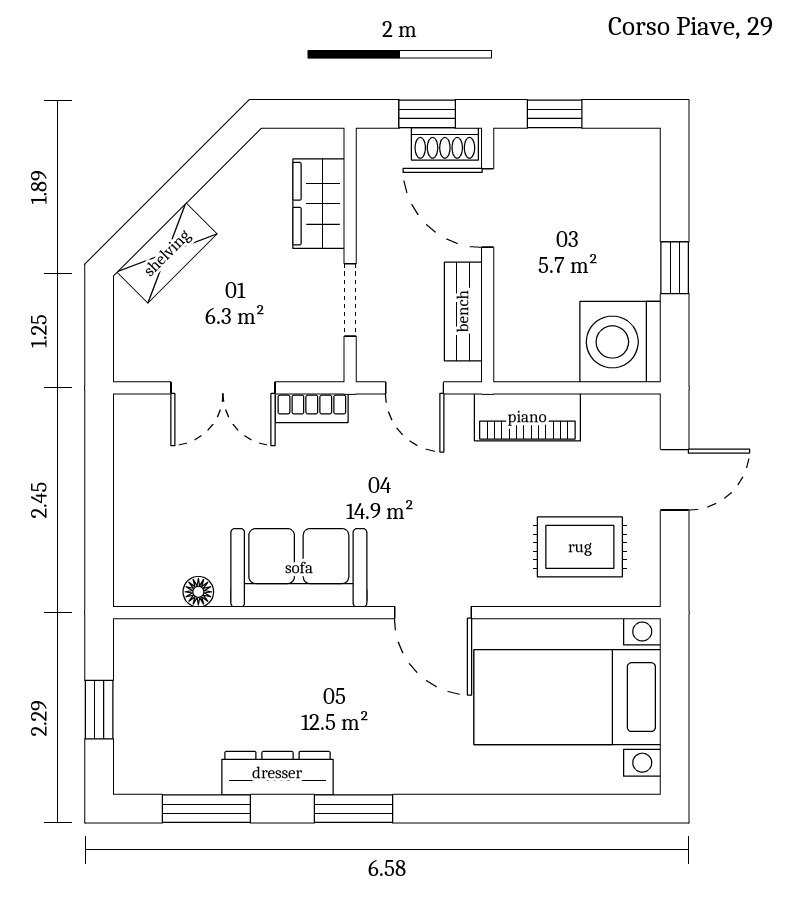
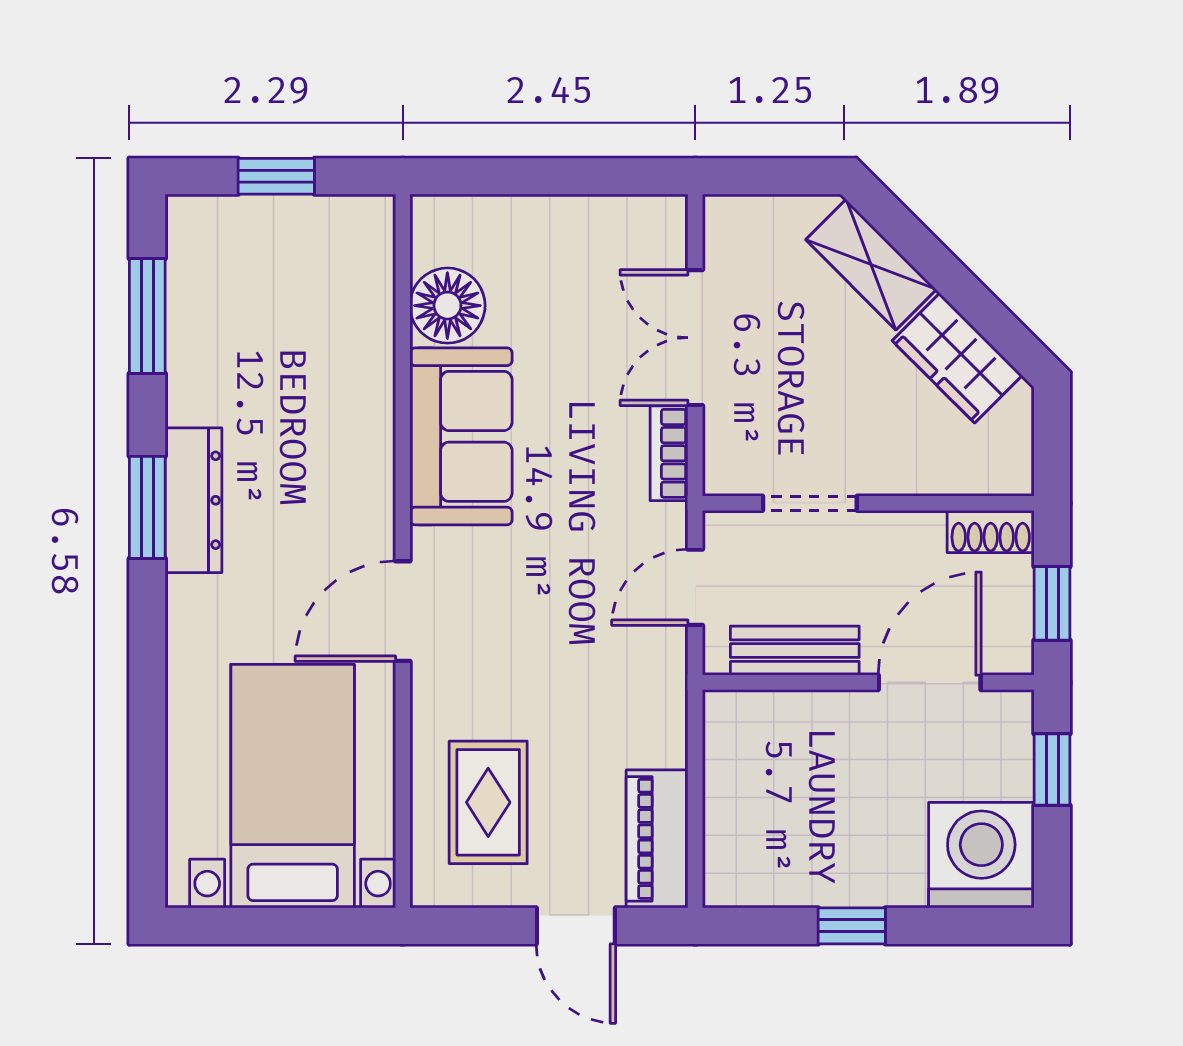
shoe rack: (445, 144) -> (991, 532), moved, turned -90
wardrobe: (319, 204) -> (957, 358), moved, turned -135
washing machine: (620, 342) -> (981, 855), moved
piano: (527, 417) -> (657, 839), moved
floor lamp: (198, 592) -> (447, 306), width x1.89, depth x1.89
dresser: (277, 773) -> (193, 500), moved

